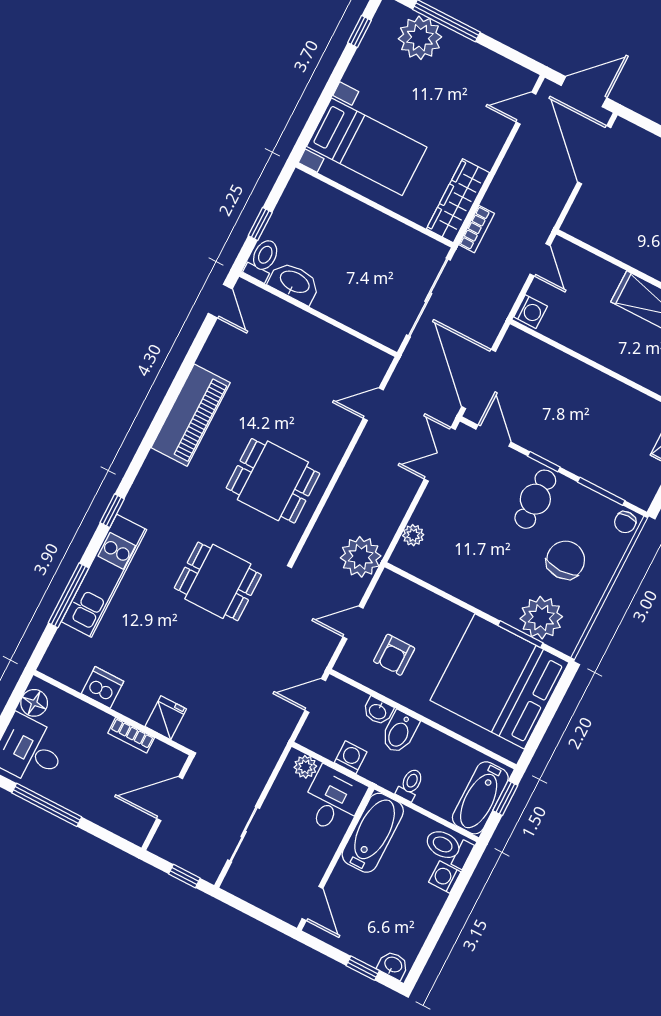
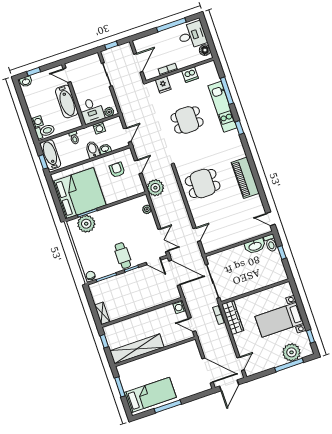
bed with nightstands: (367, 147) -> (279, 320), moved
chair: (566, 560) -> (96, 247), removed
dining table: (218, 581) -> (187, 120), moved
bathtub: (373, 833) -> (67, 102), moved

